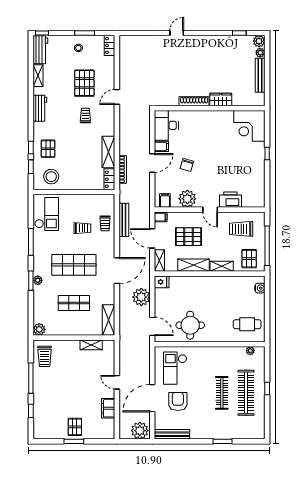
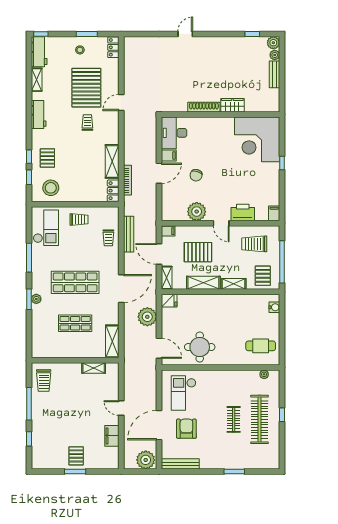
bench: (260, 75) -> (275, 74), width x0.73
pallet: (84, 83) -> (86, 88), width x1.37, depth x1.41
corner desk: (249, 126) -> (257, 139), width x1.36, depth x1.36
filing cabinet: (165, 200) -> (274, 213), moved
trolley: (82, 228) -> (79, 220), moved
plant: (39, 329) -> (38, 351), removed
clothes rail: (222, 393) -> (234, 419), width x0.73

